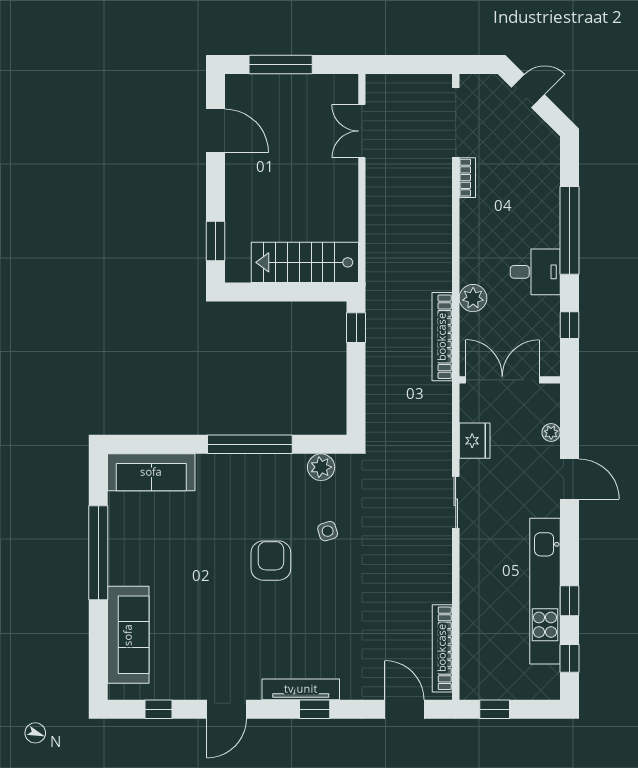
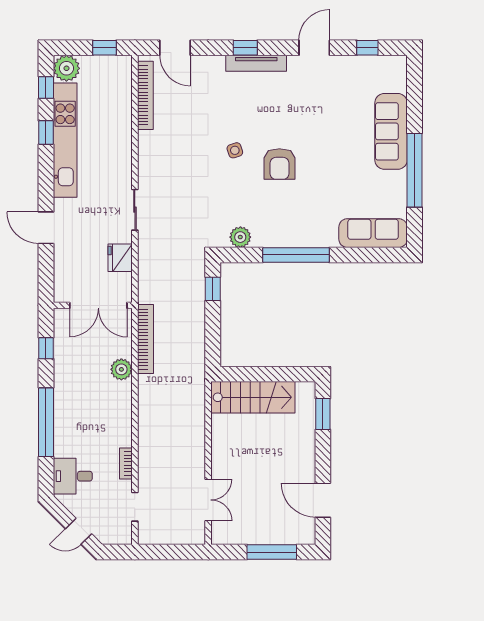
doorway: (456, 122) -> (135, 507), width x0.53
desk: (535, 272) -> (73, 476), moved
window: (356, 328) -> (213, 289), moved
plant: (551, 432) -> (66, 68), moved, width x1.88, depth x1.88
side table: (328, 531) -> (235, 150), moved
sofa: (128, 635) -> (391, 131), moved

